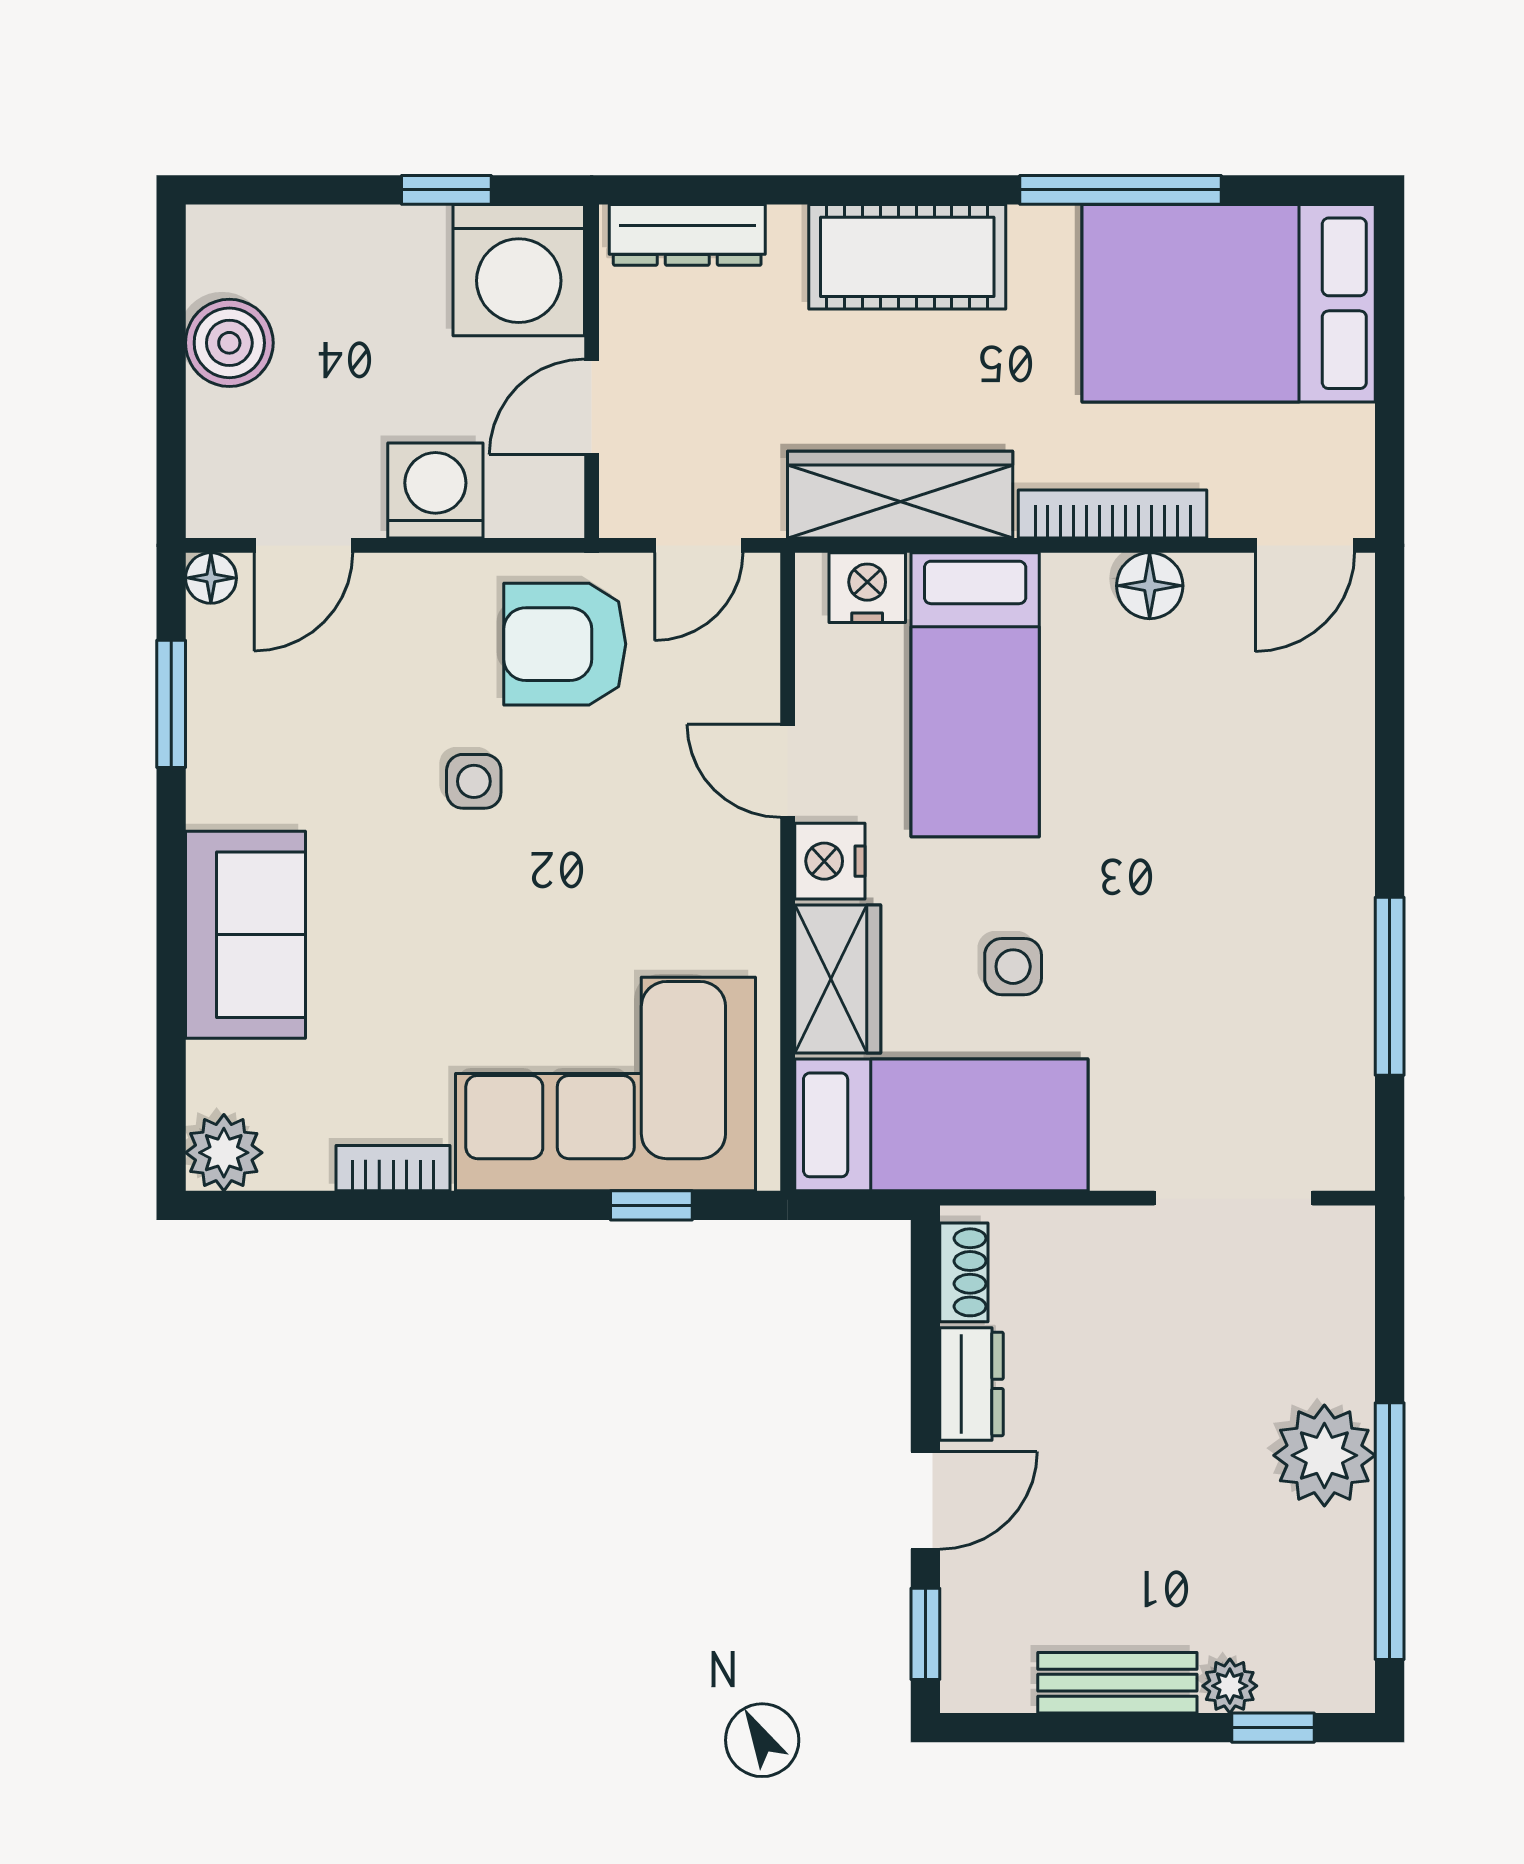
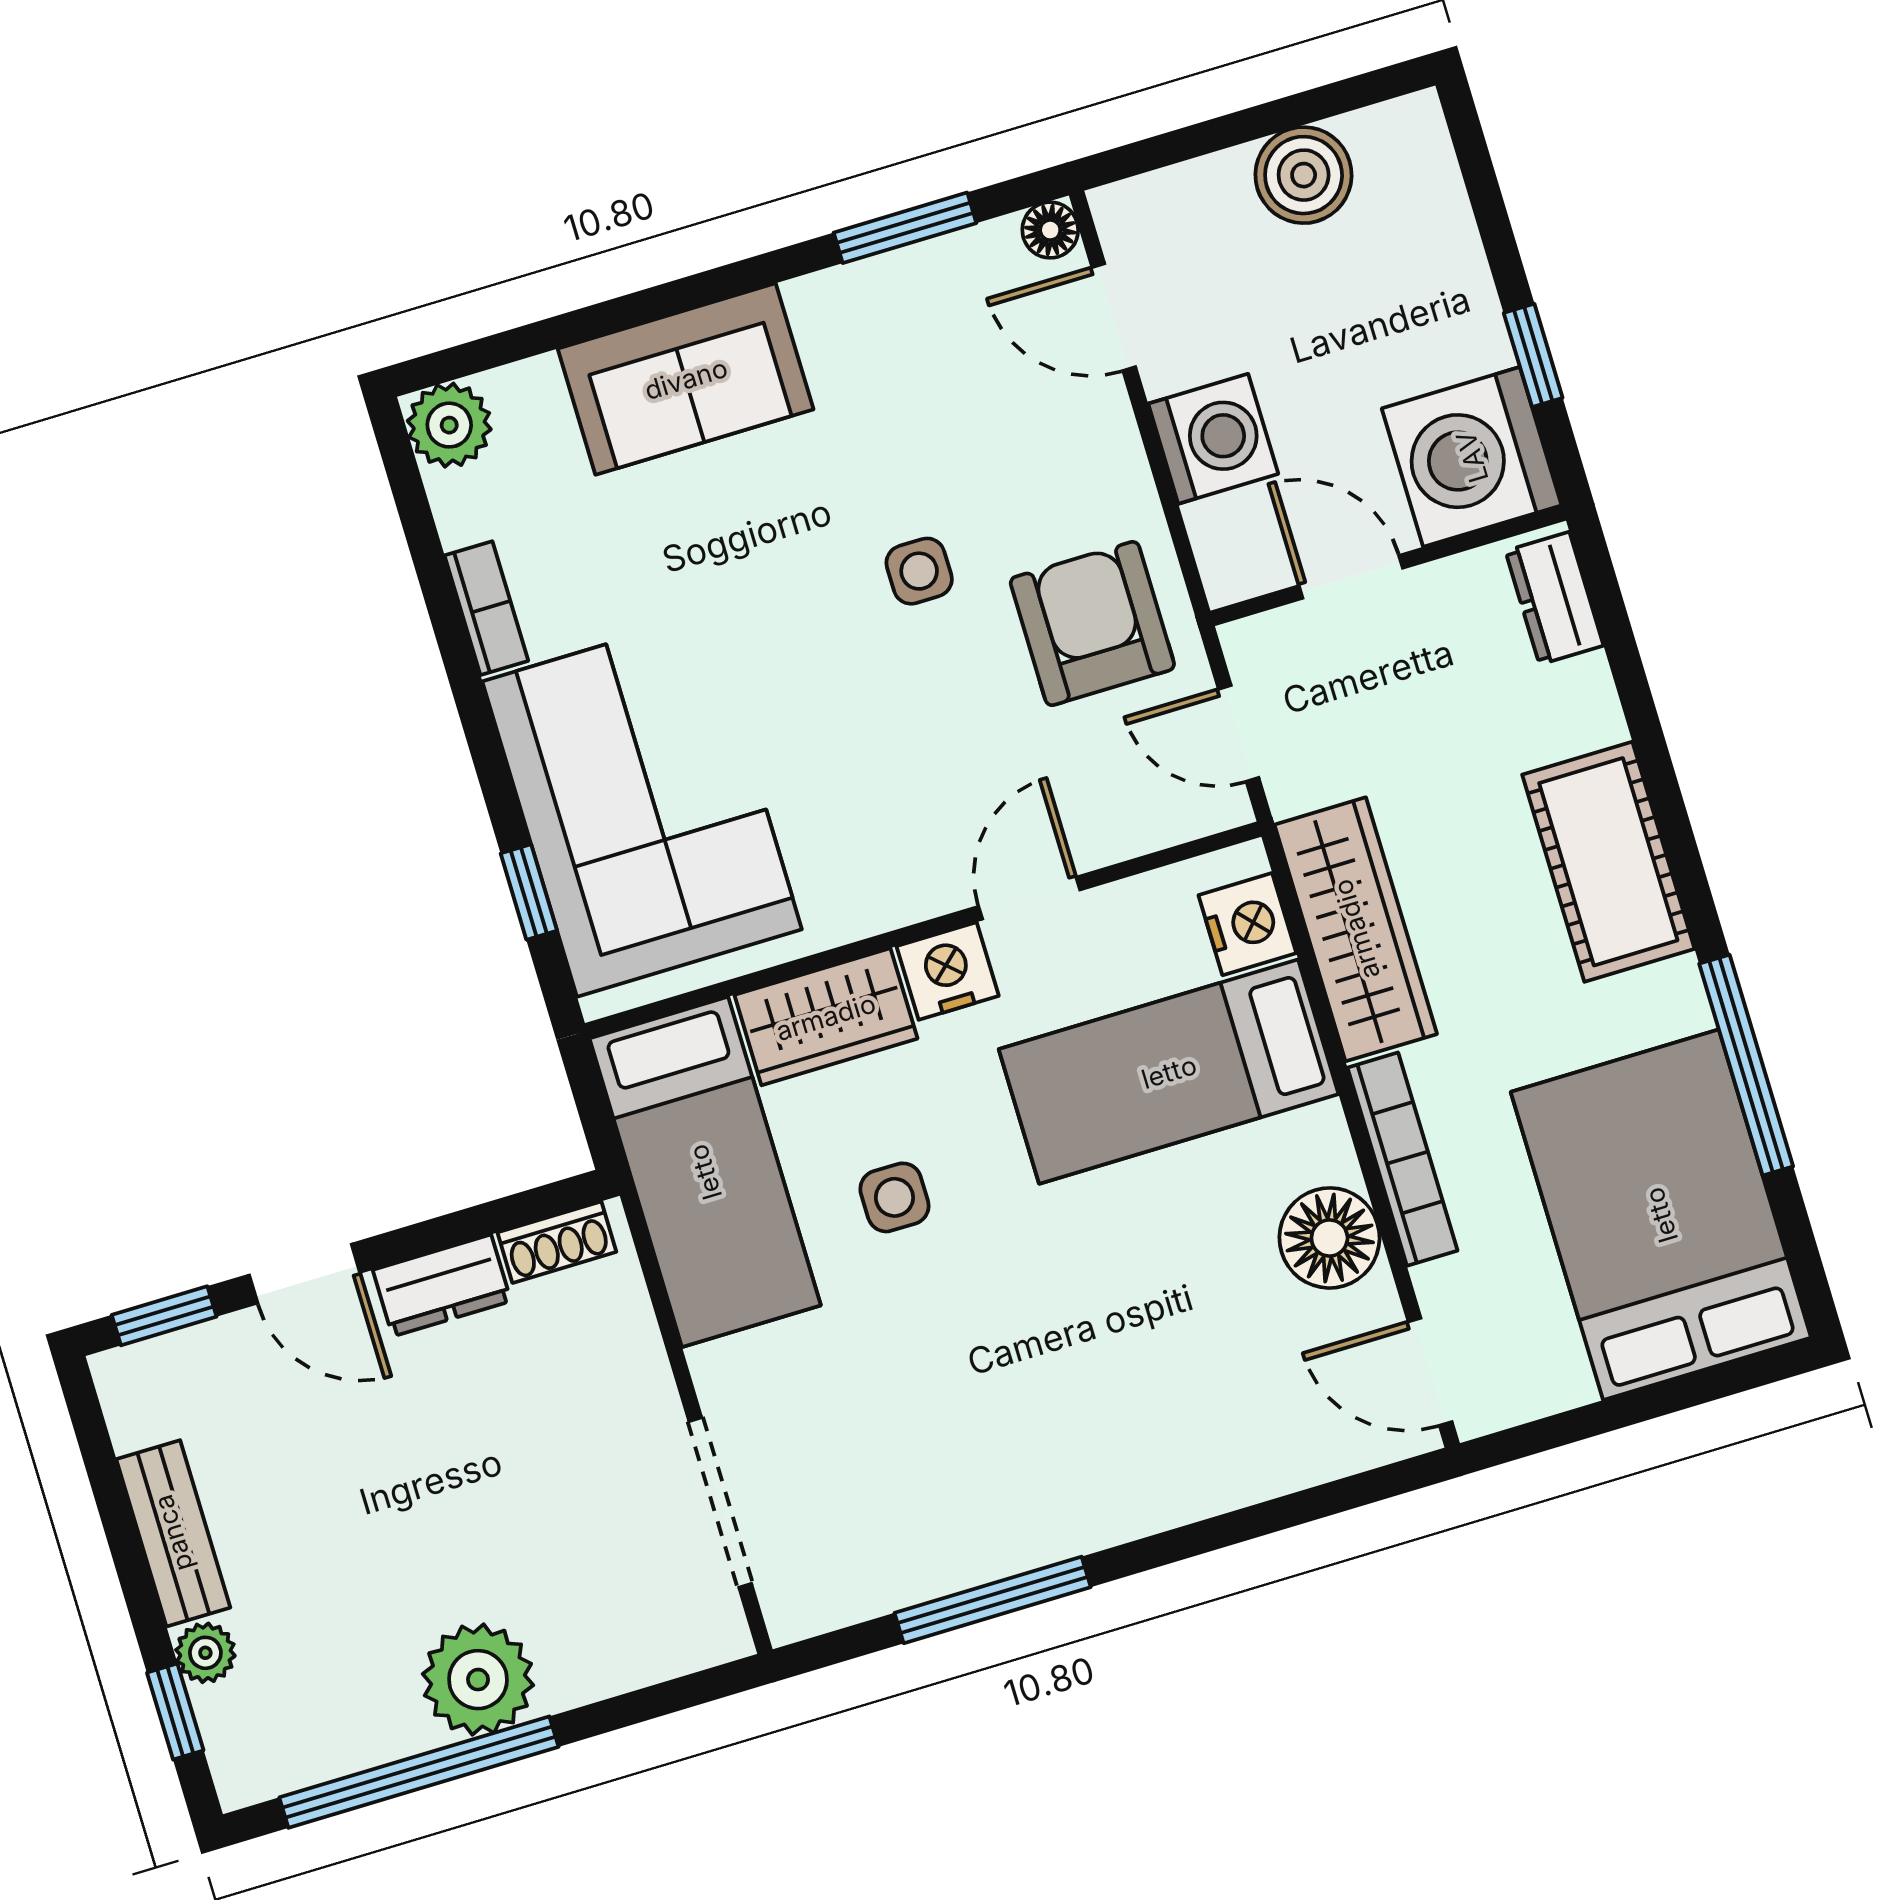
dresser: (687, 235) -> (1554, 598), width x0.70
floor lamp: (1150, 586) -> (1329, 1238), width x1.38, depth x1.38

